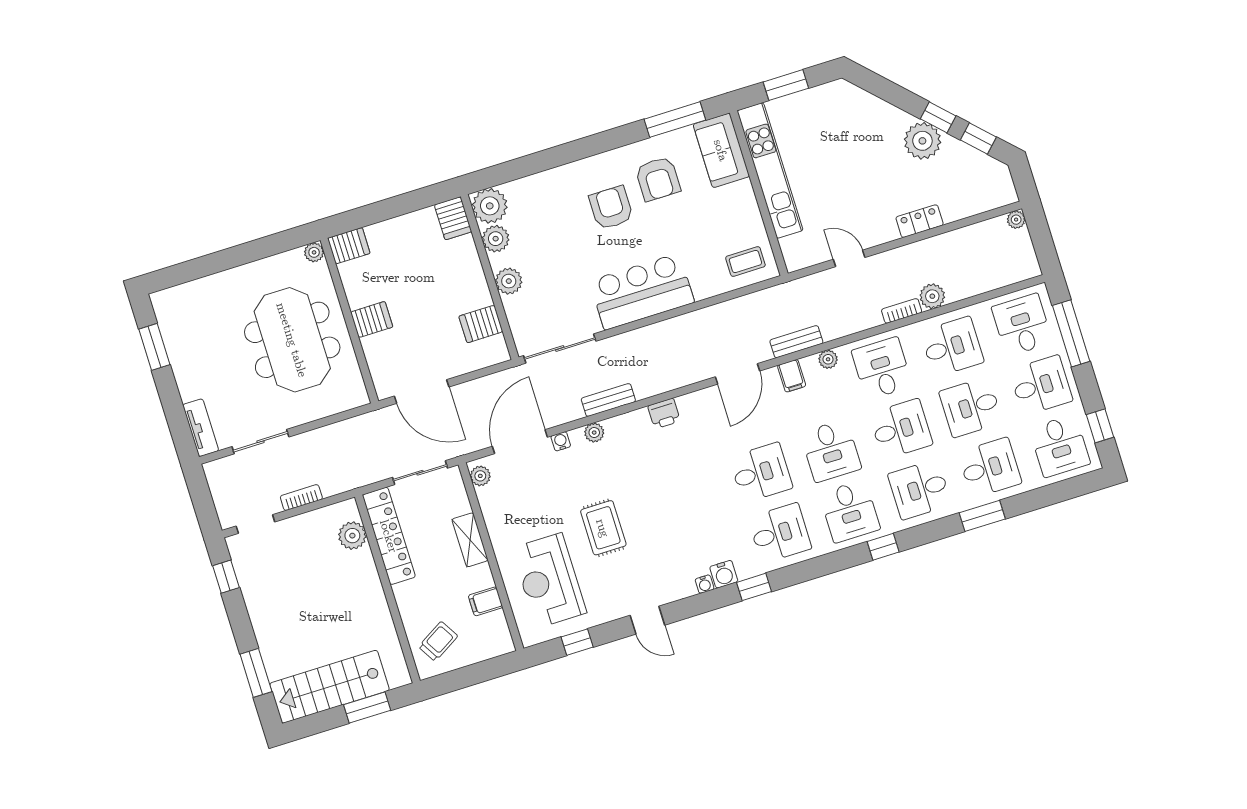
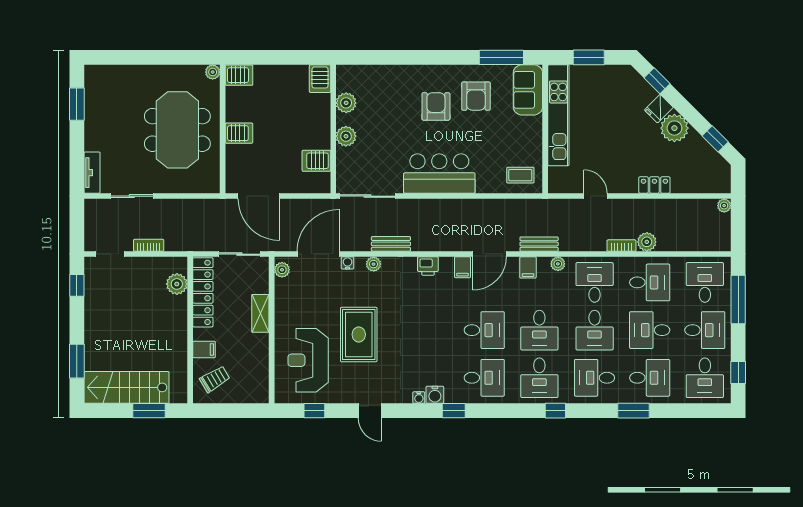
window: (938, 117) -> (657, 81), moved
fridge: (895, 122) -> (659, 109), added
plant: (490, 206) -> (349, 78), removed
filing cabinet: (708, 401) -> (463, 267), added
desk: (901, 429) -> (595, 330), turned 90
rug: (603, 528) -> (359, 335), width x1.36, depth x1.43
filing cabinet: (486, 601) -> (204, 349), moved, turned 180

